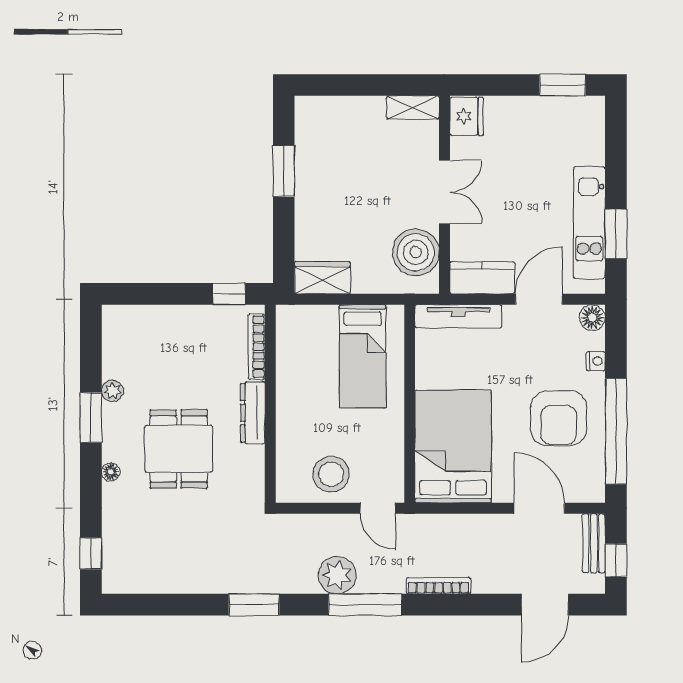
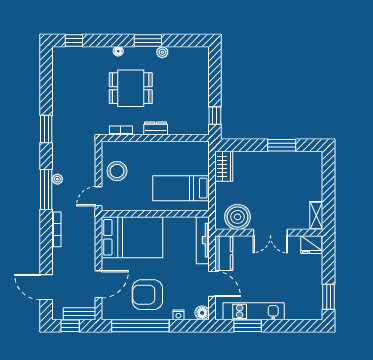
bookcase: (257, 347) -> (121, 131), moved, width x0.64
dresser: (253, 413) -> (156, 128), width x0.70
plant: (337, 575) -> (57, 179), width x0.53, depth x0.53

